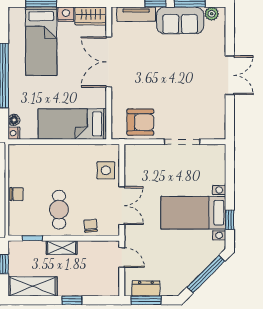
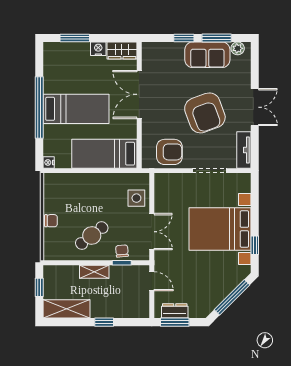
tv unit: (136, 14) -> (244, 150), moved, turned 90
bed: (41, 41) -> (76, 109), moved, turned -90
armchair: (177, 81) -> (205, 113), added
floor lamp: (14, 120) -> (49, 150), removed
cafe table: (59, 210) -> (92, 235), turned 52
bed with nightstands: (193, 213) -> (220, 229), width x1.36
window: (32, 238) -> (122, 263), moved

